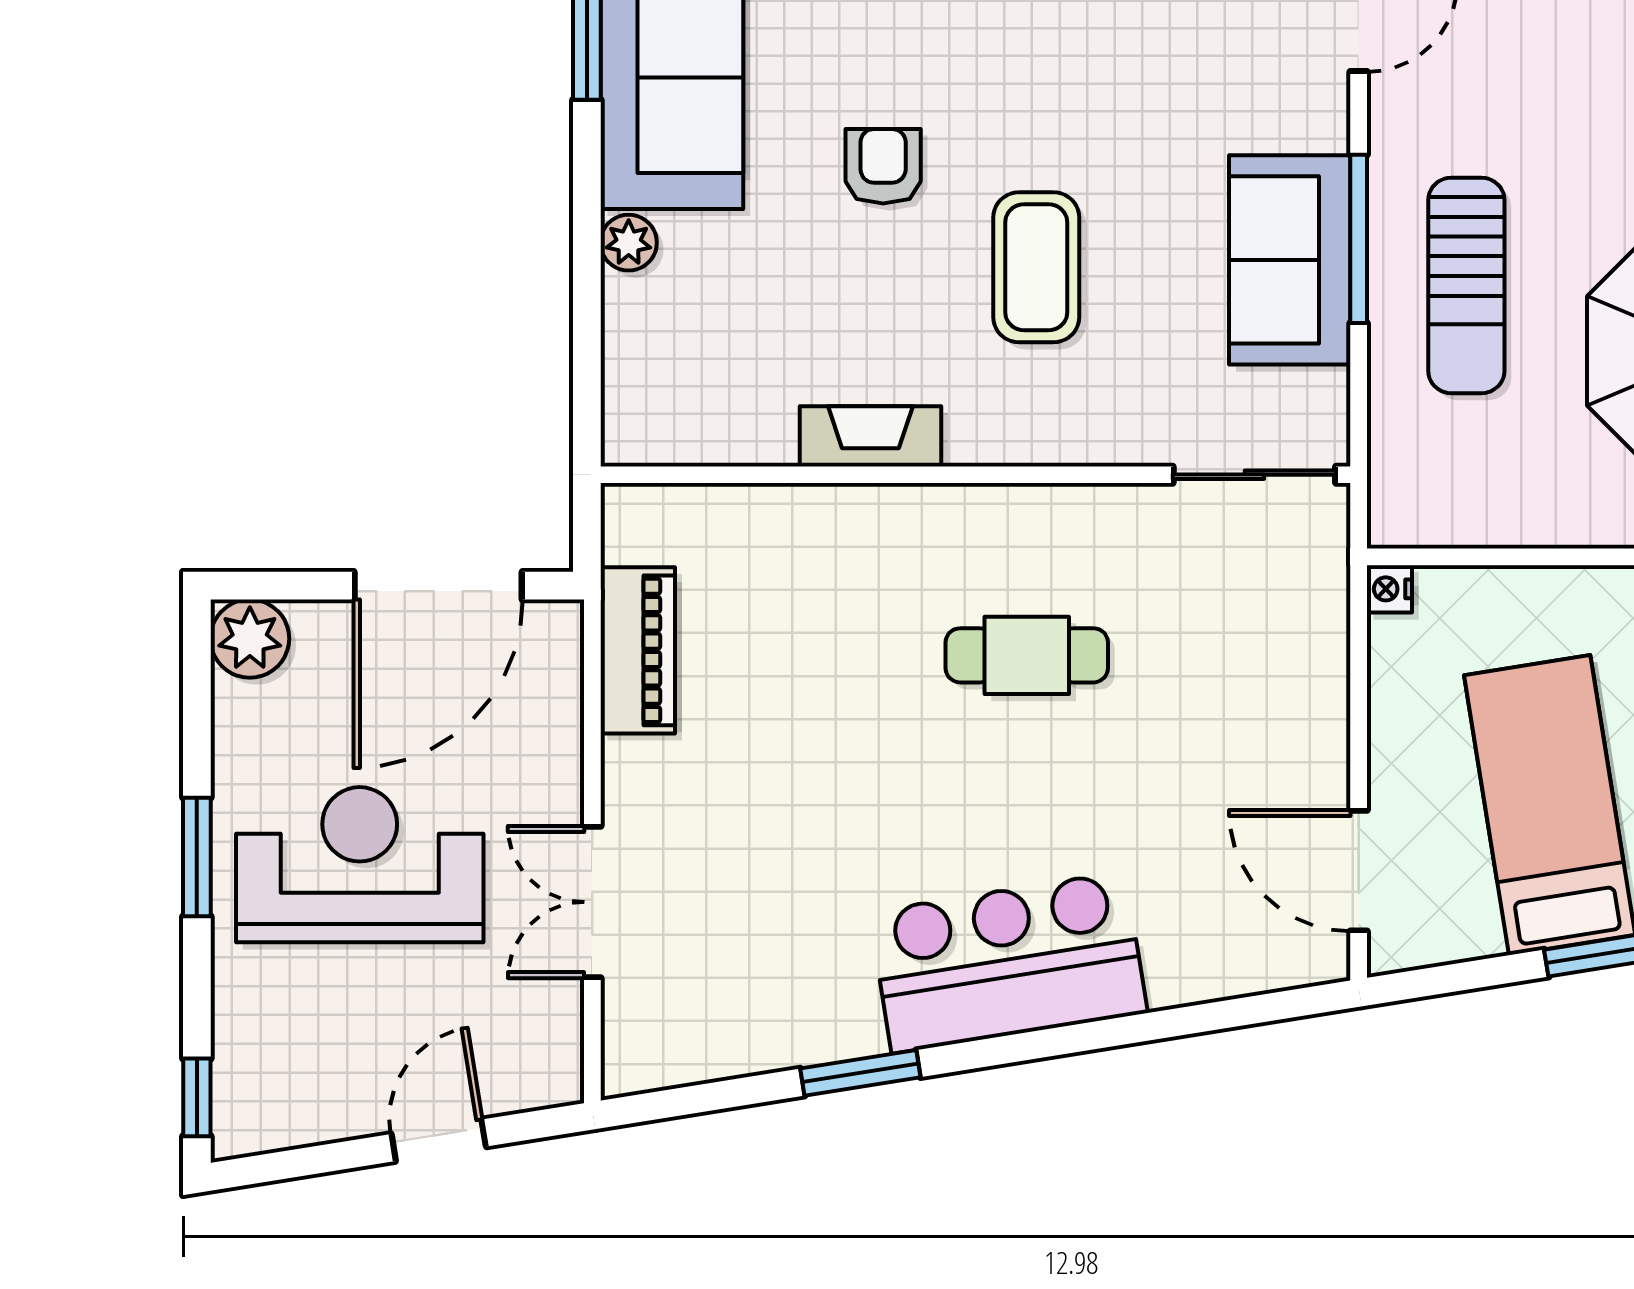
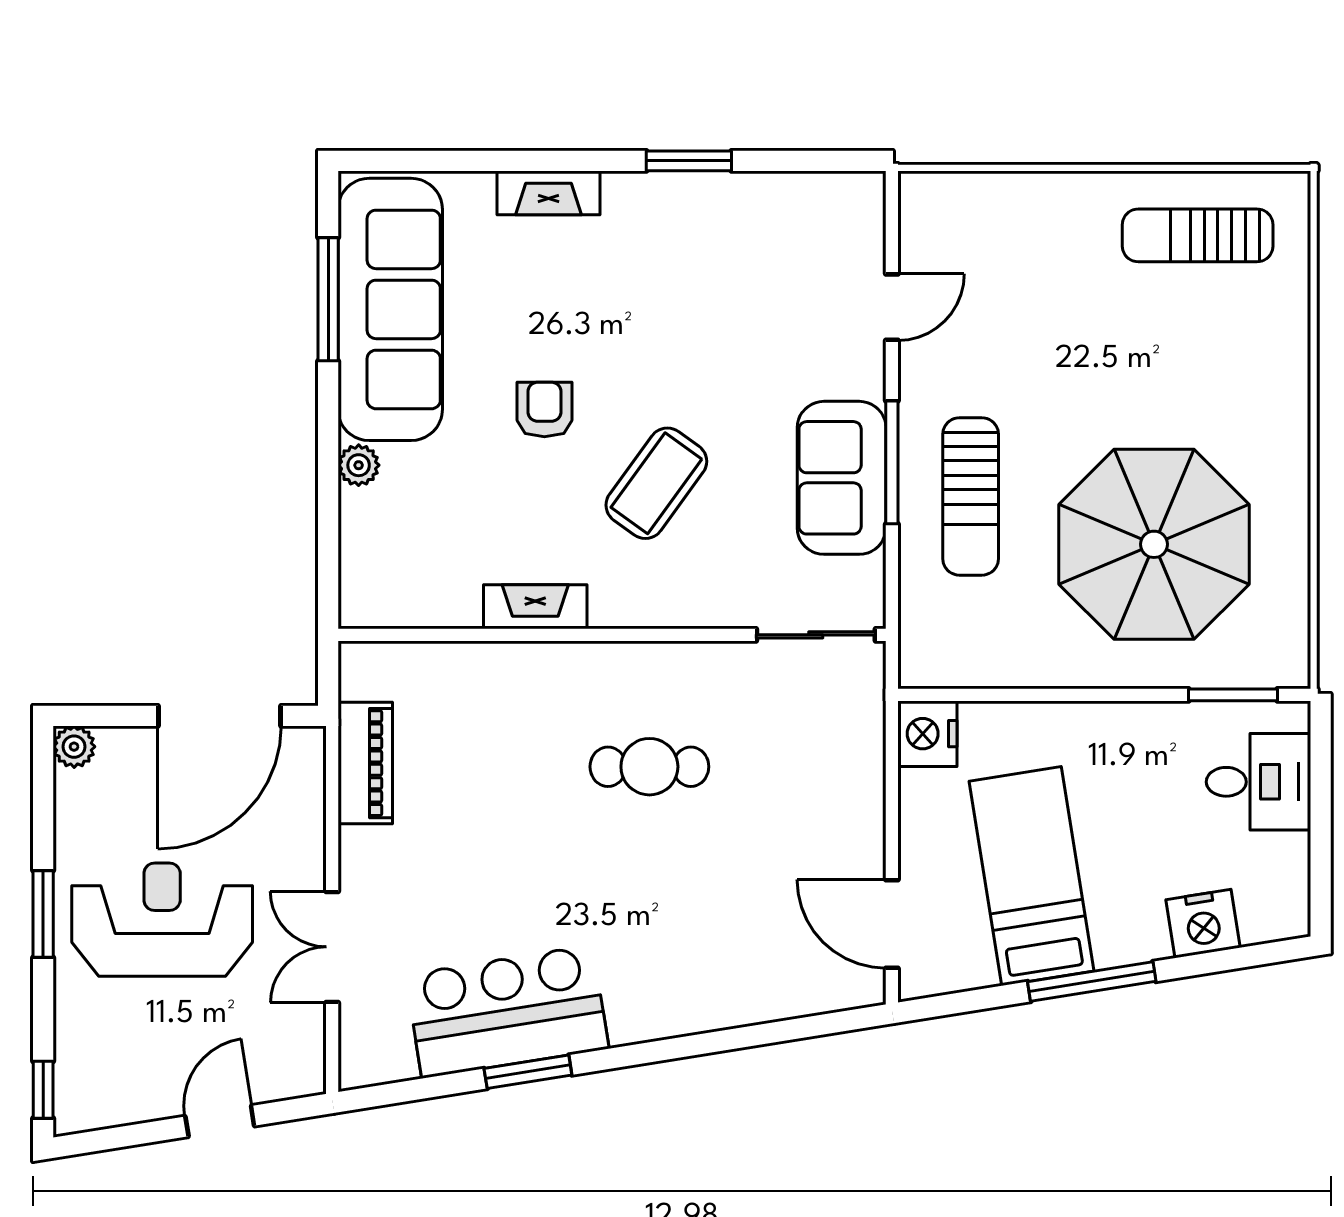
coffee table: (1036, 267) -> (656, 483), turned 36
nightstand: (1389, 589) -> (927, 734), width x1.89, depth x1.79
plant: (250, 639) -> (74, 747), width x0.73, depth x0.73
bar counter: (1008, 962) -> (507, 1012), moved

